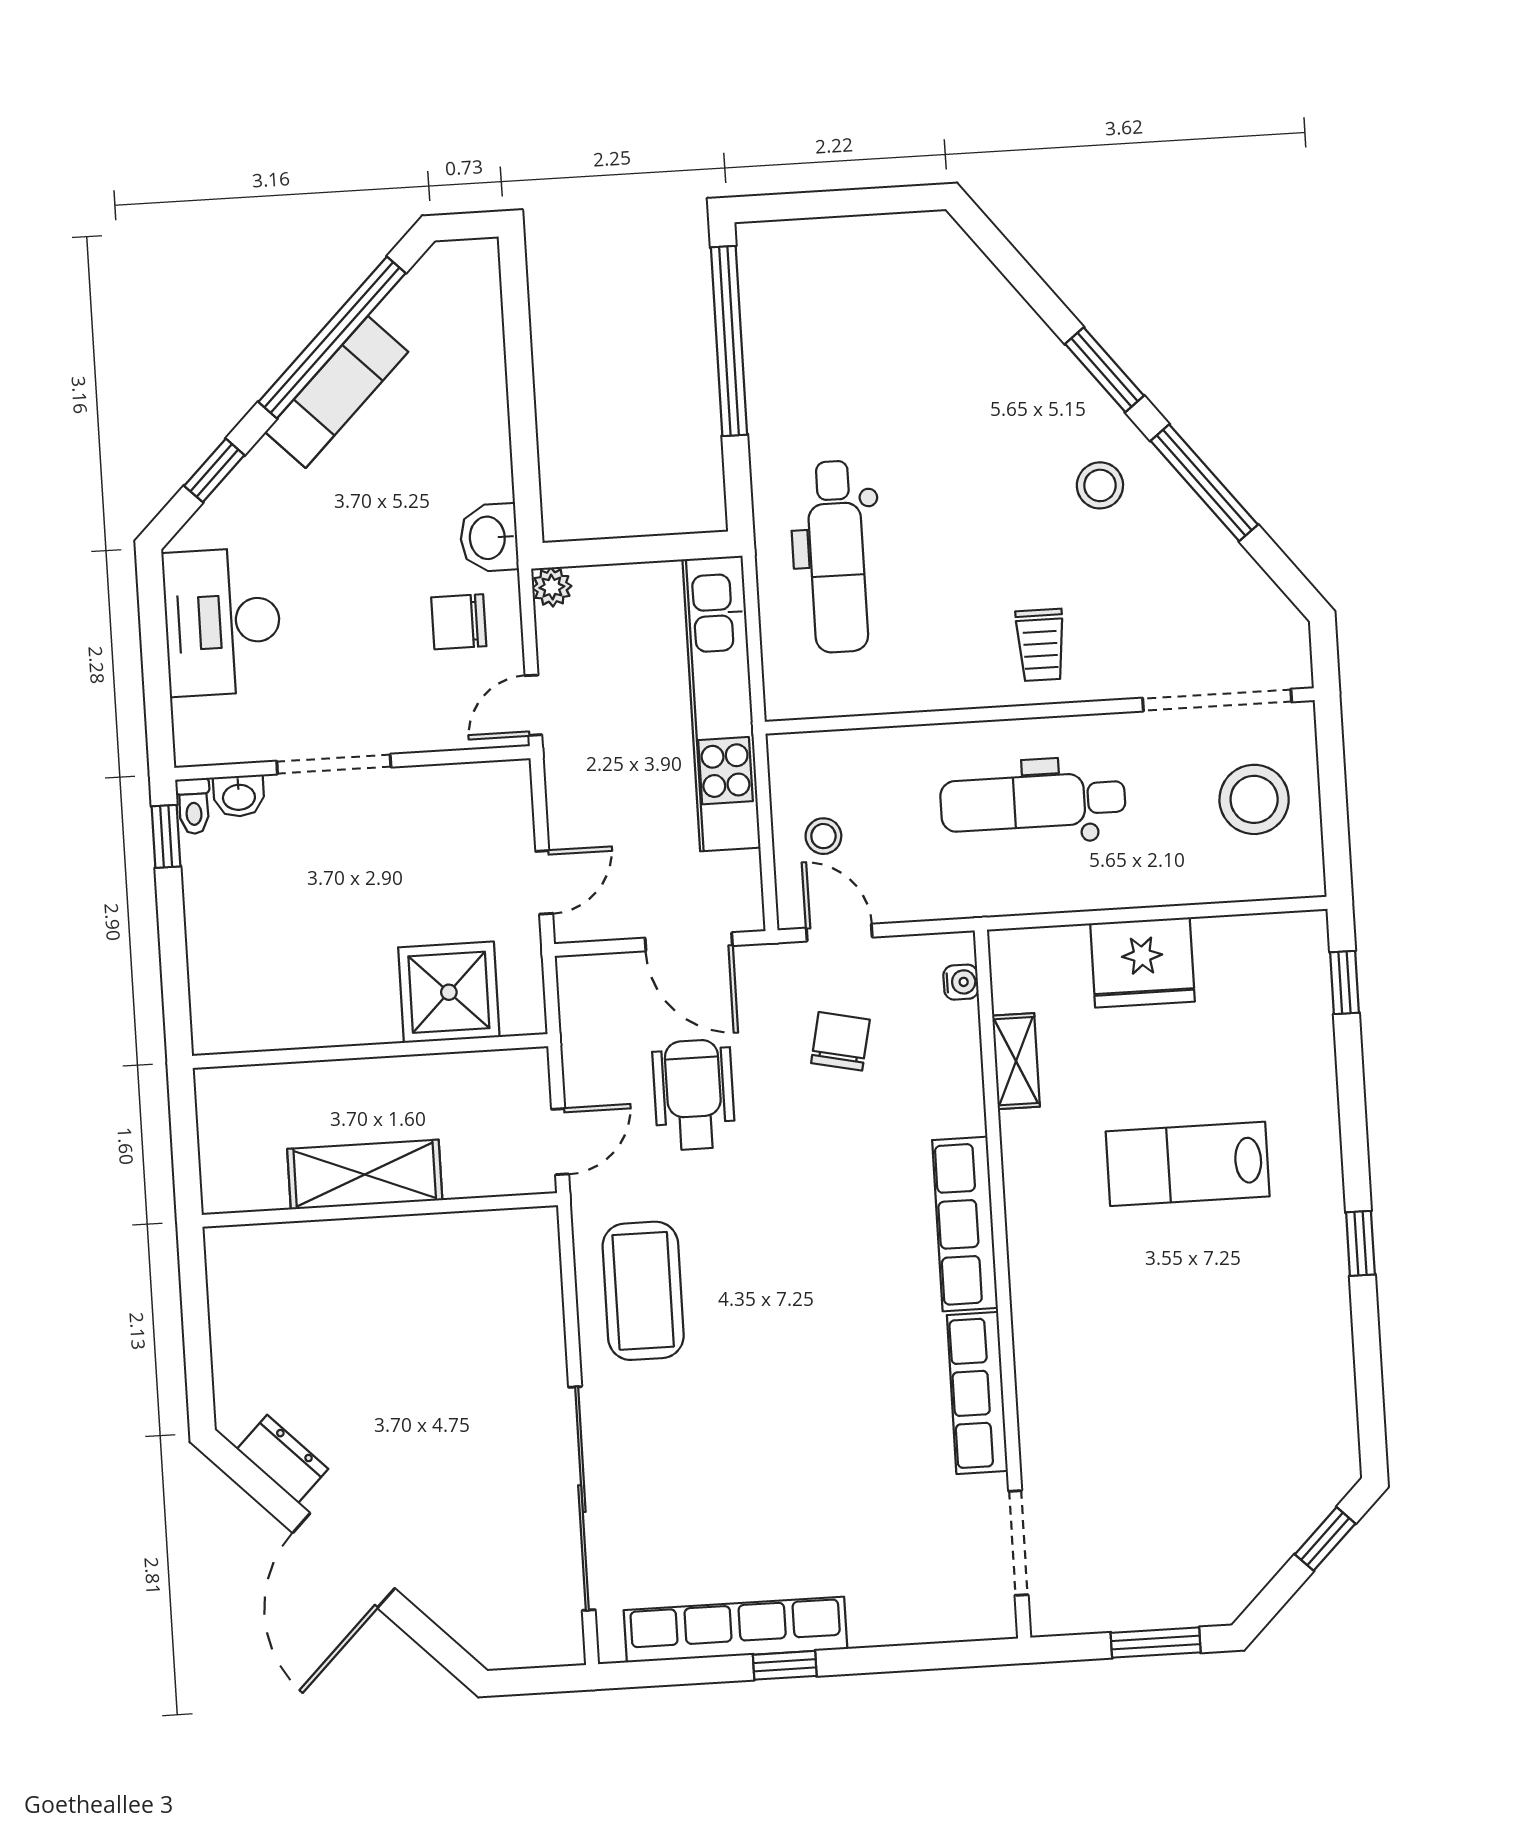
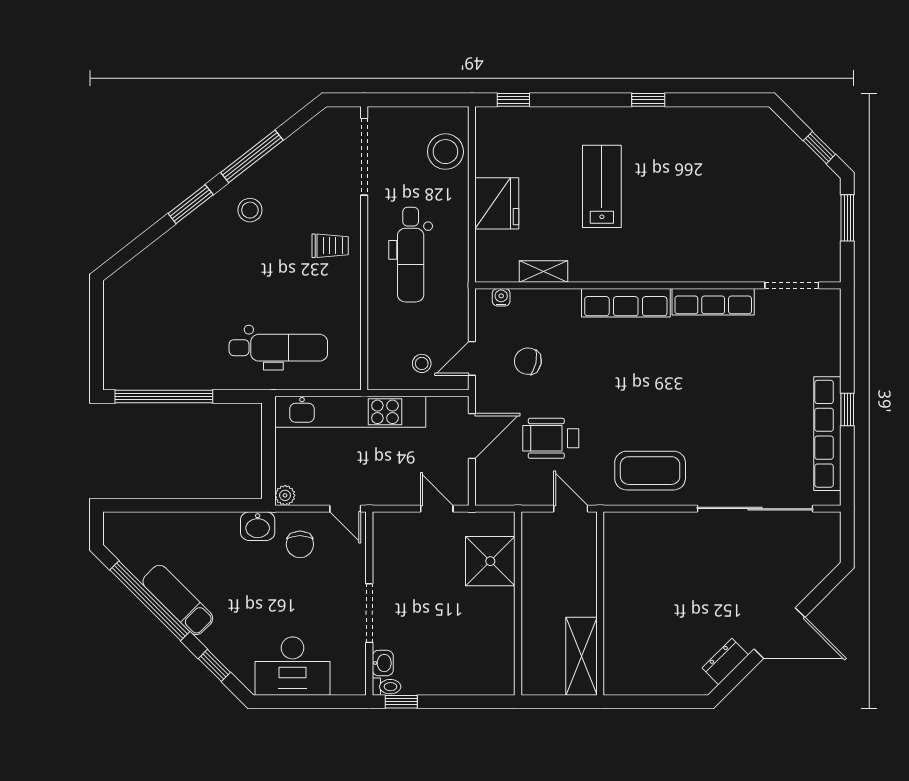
stool: (1254, 799) -> (445, 152), moved
lab bench: (1188, 1164) -> (602, 186), turned 180
shelving: (365, 1175) -> (581, 656), moved
window: (1325, 1539) -> (819, 148), moved

